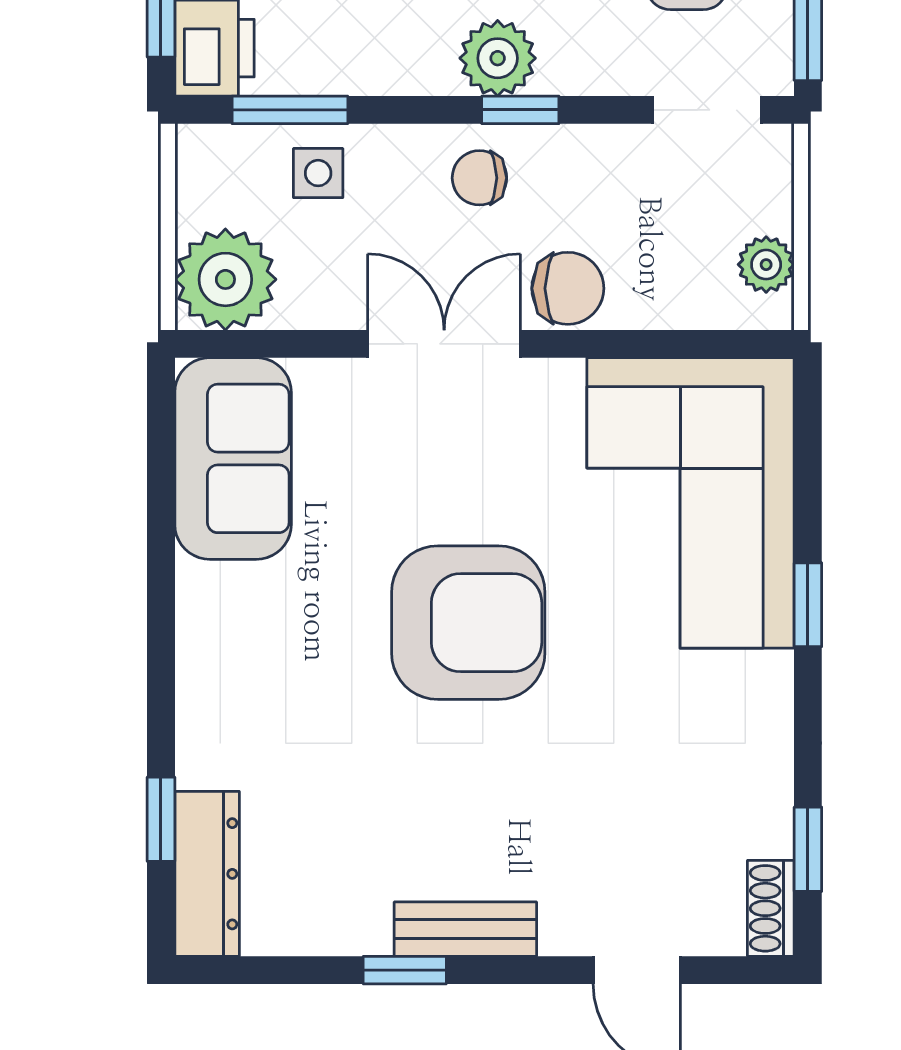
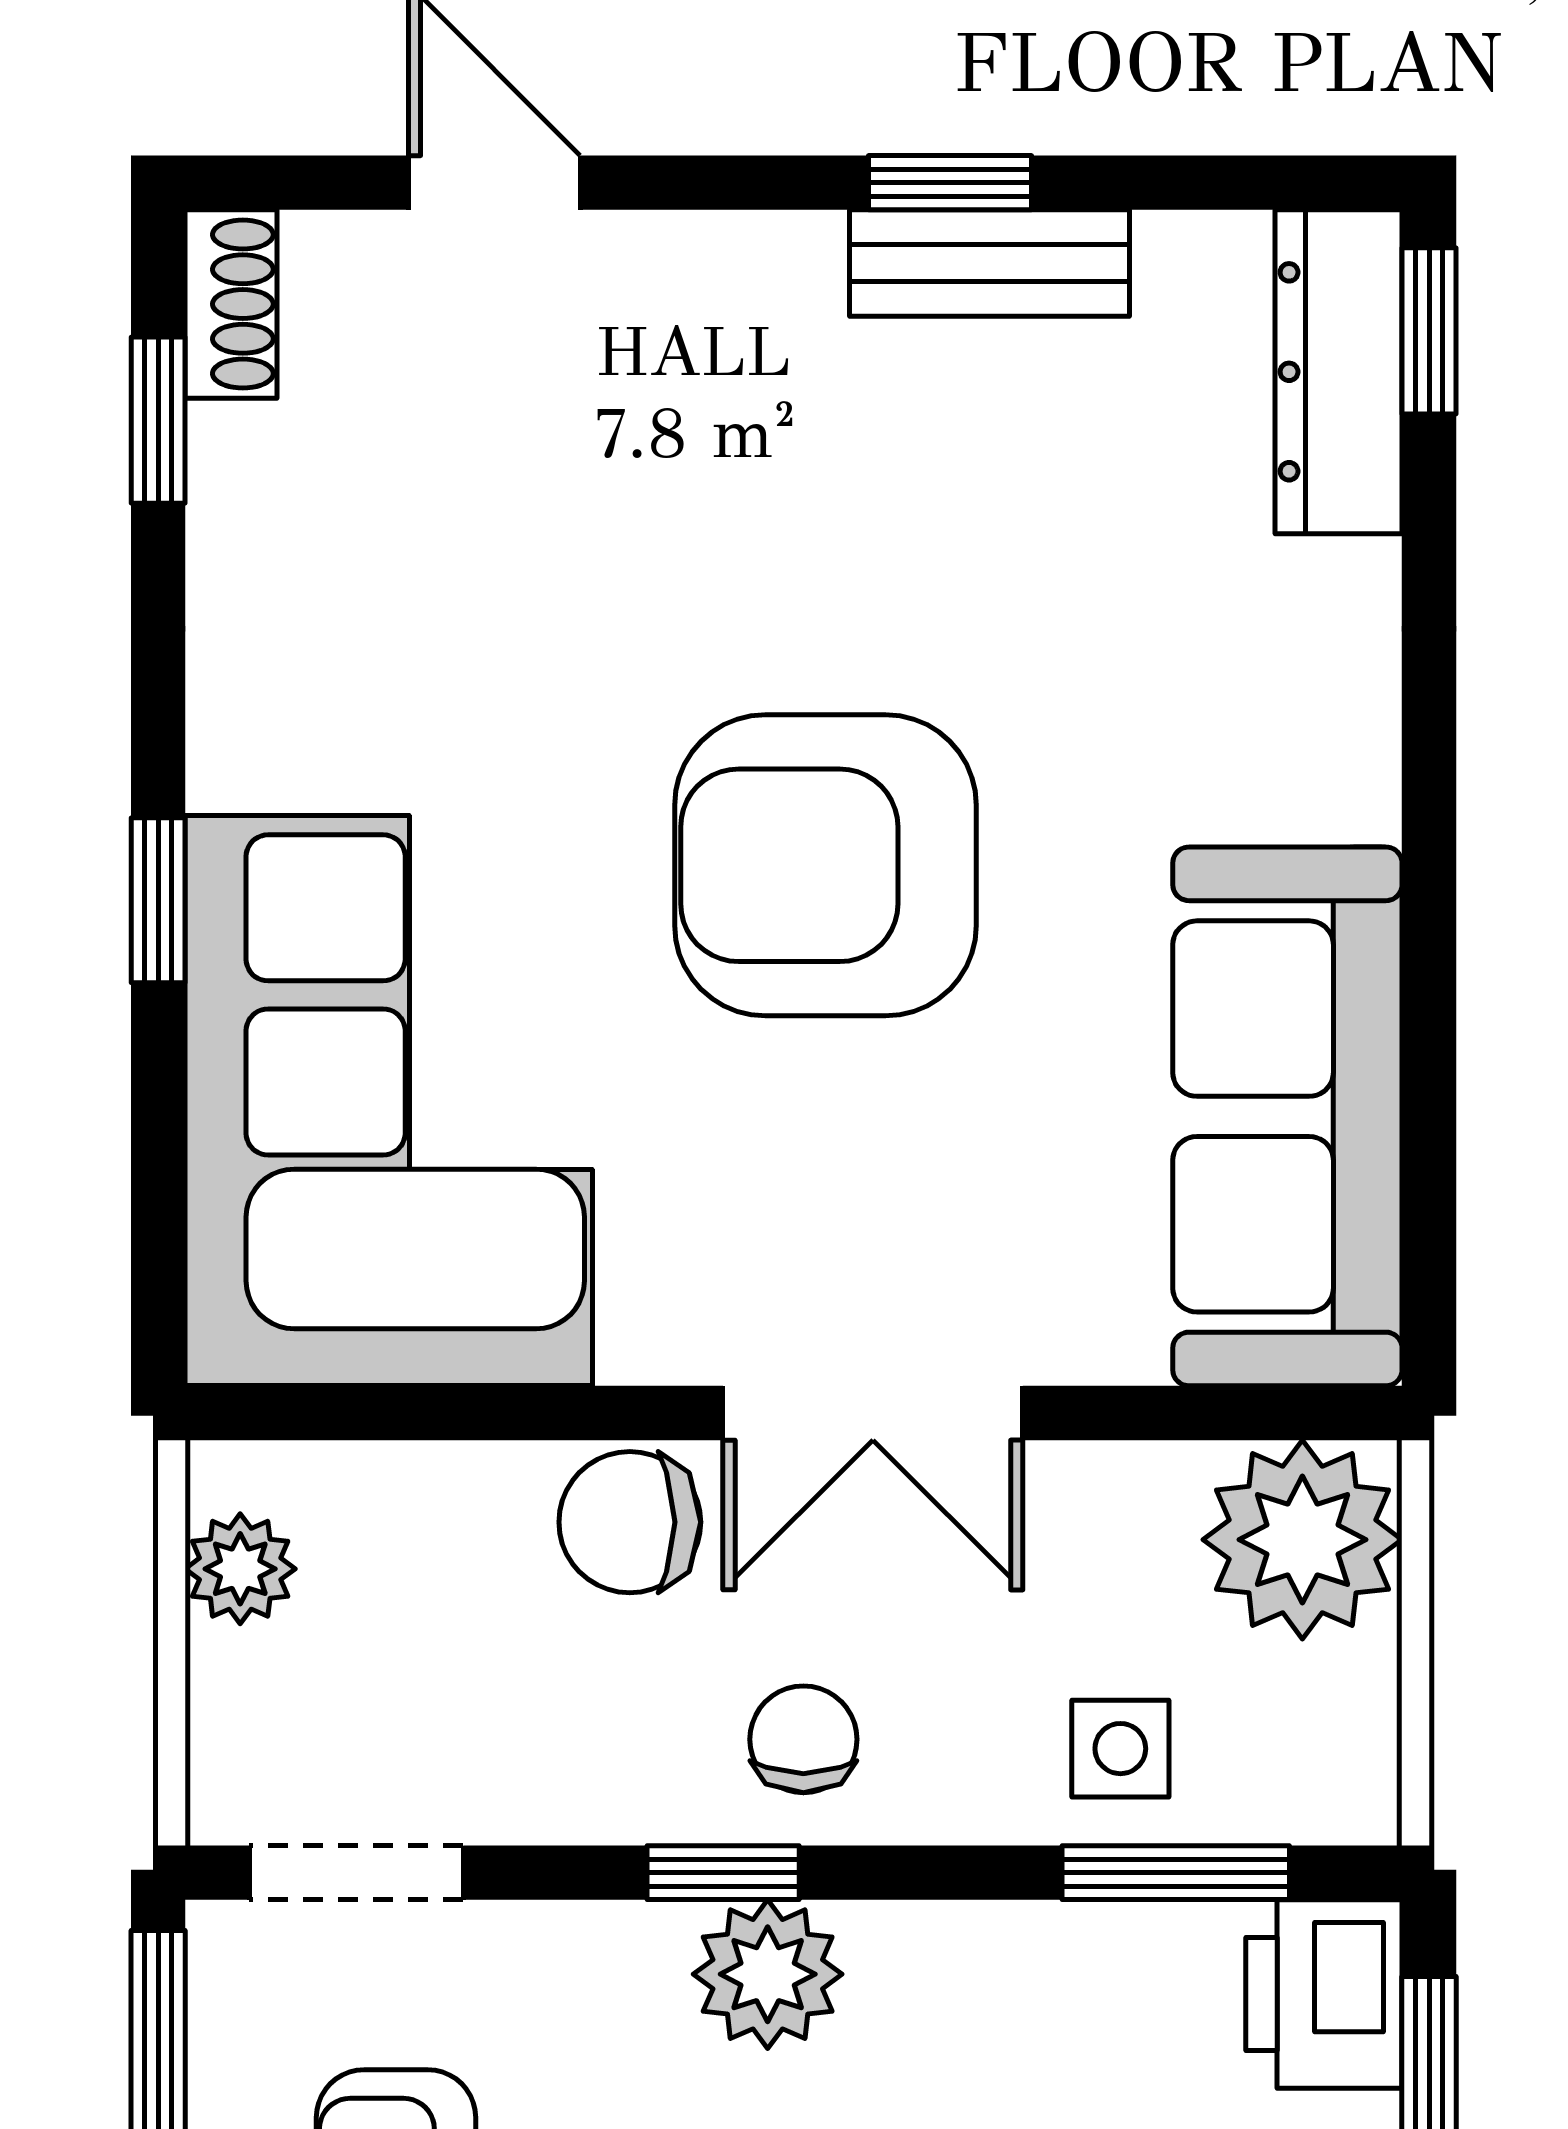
chair: (479, 178) -> (803, 1739), turned -90
sofa: (233, 458) -> (1287, 1116), width x1.36
window: (161, 819) -> (1429, 331), moved
bench: (465, 929) -> (990, 263), moved

